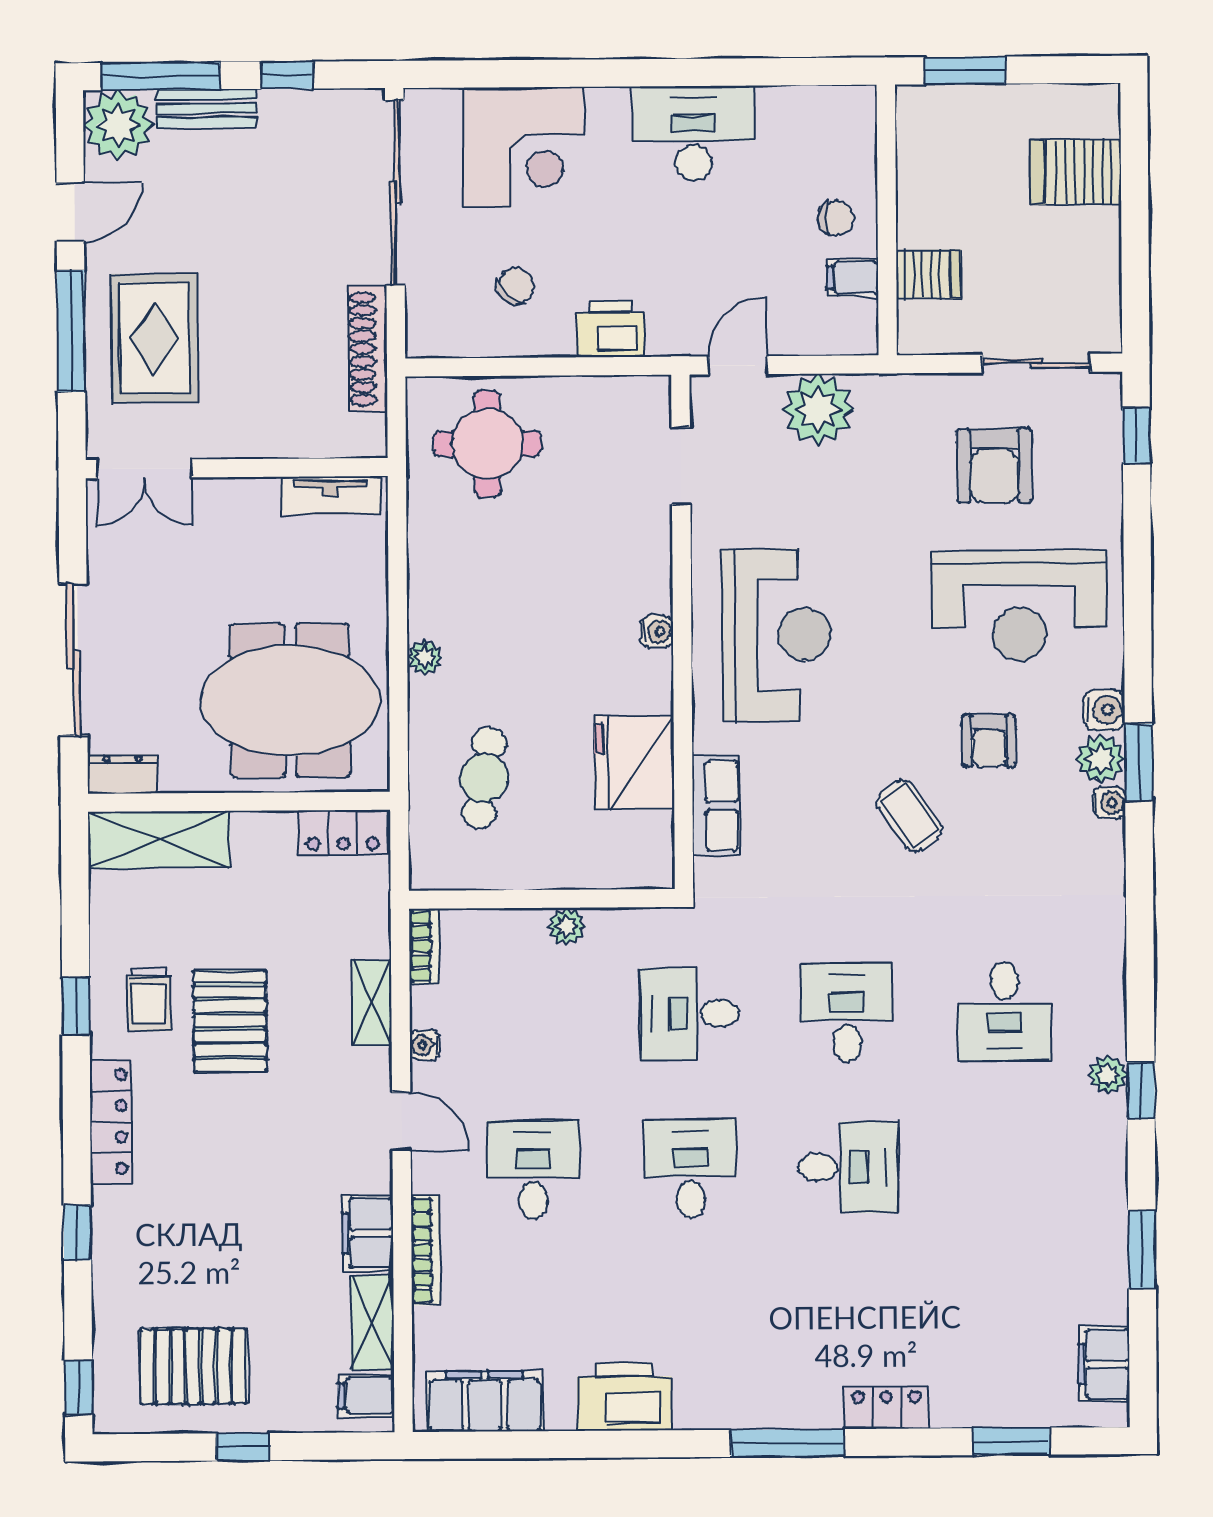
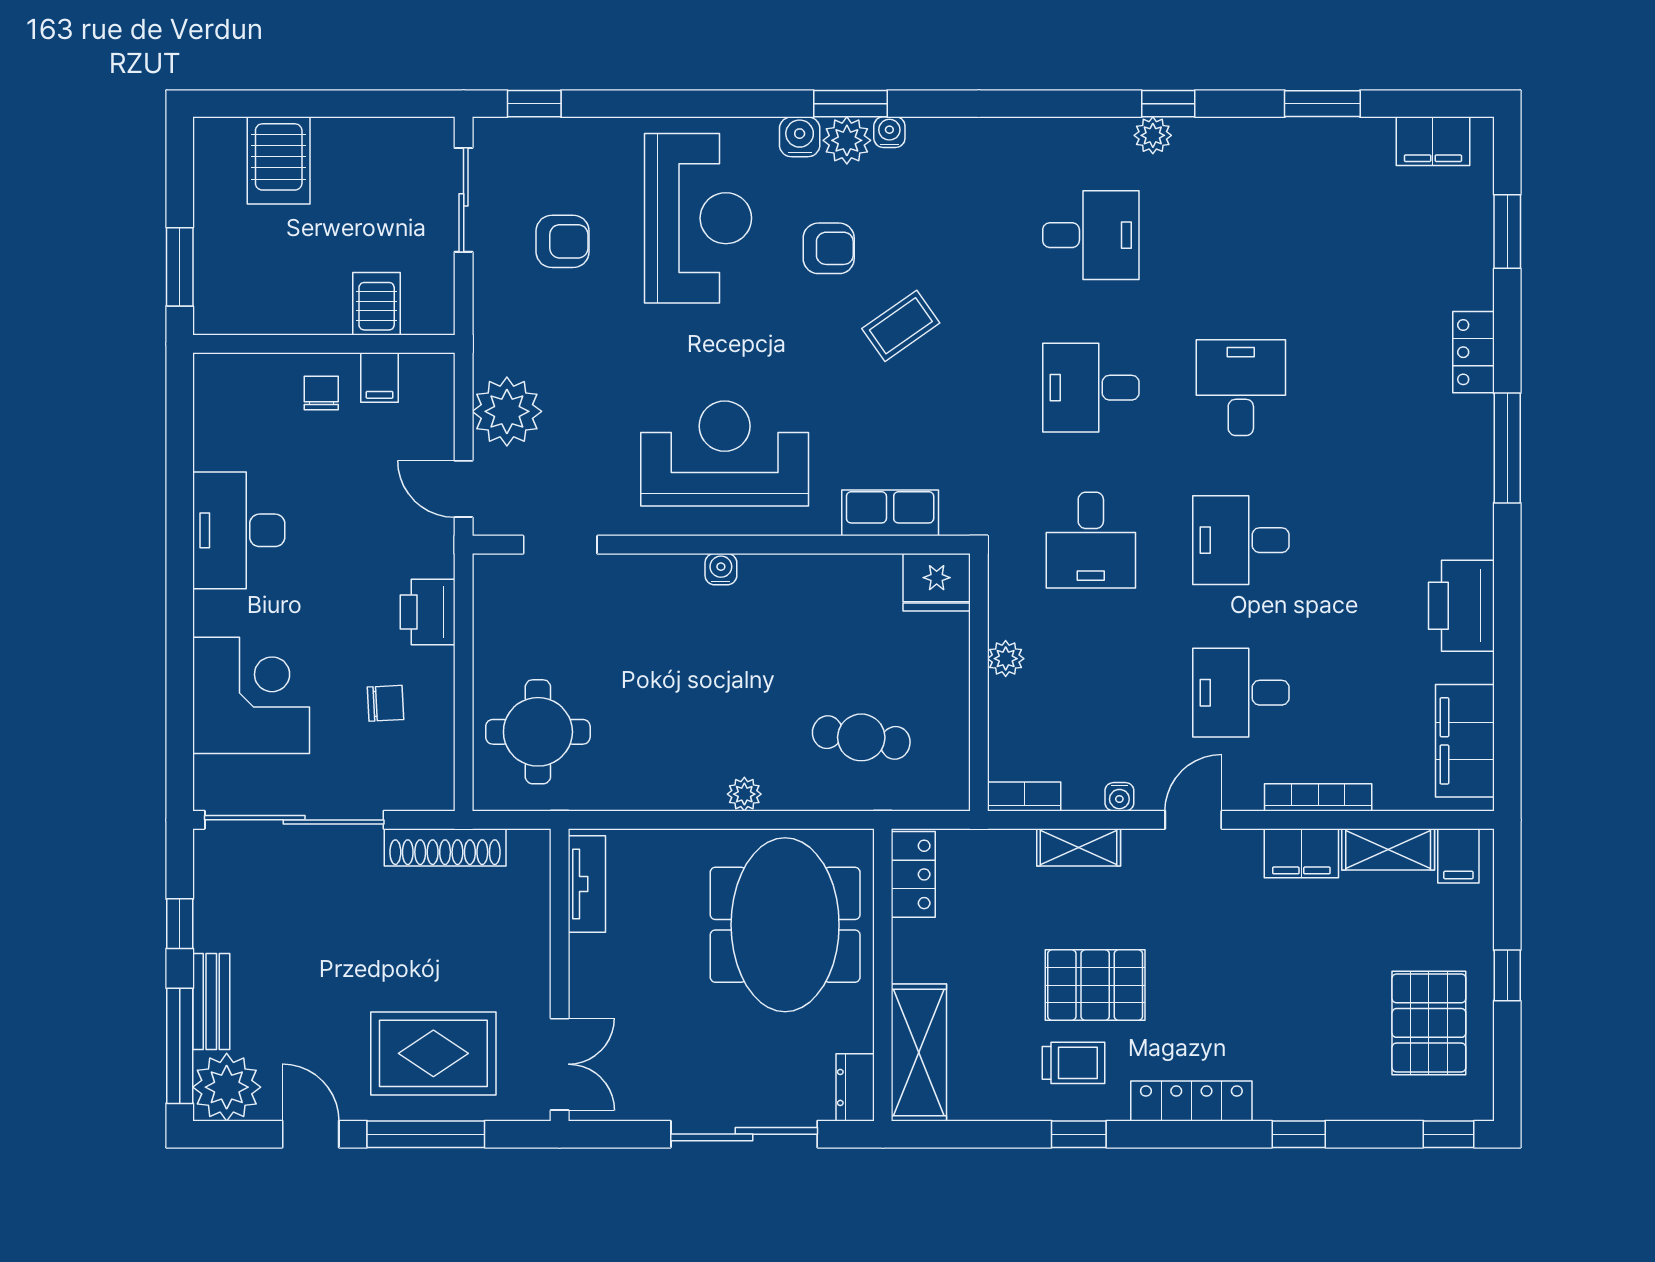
chair: (516, 286) -> (386, 703), turned 134
armchair: (994, 466) -> (563, 241), width x0.72, depth x0.72
fridge: (634, 762) -> (937, 582), moved, width x0.73, depth x0.75

